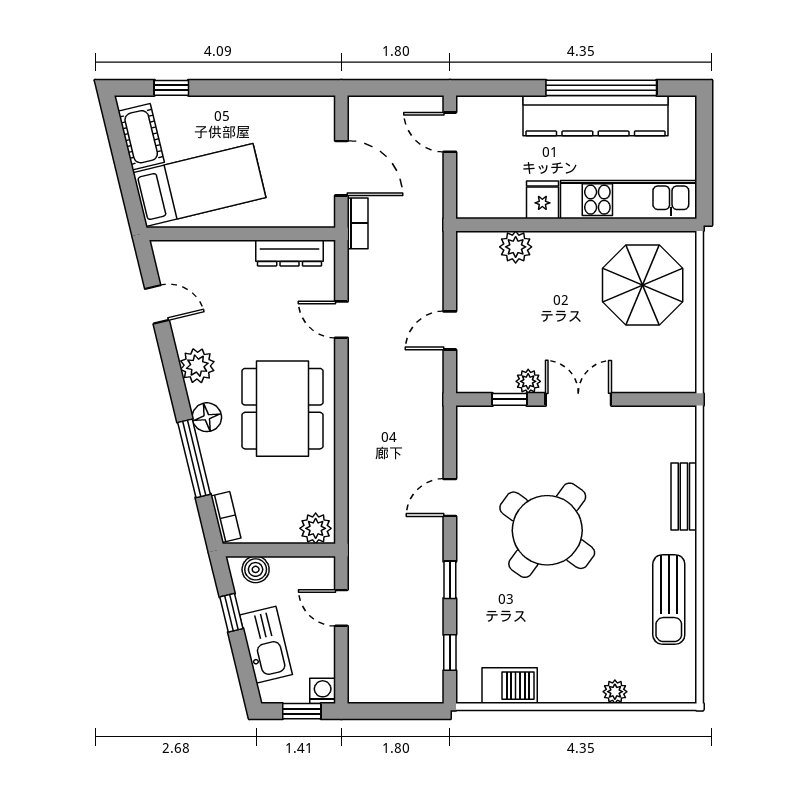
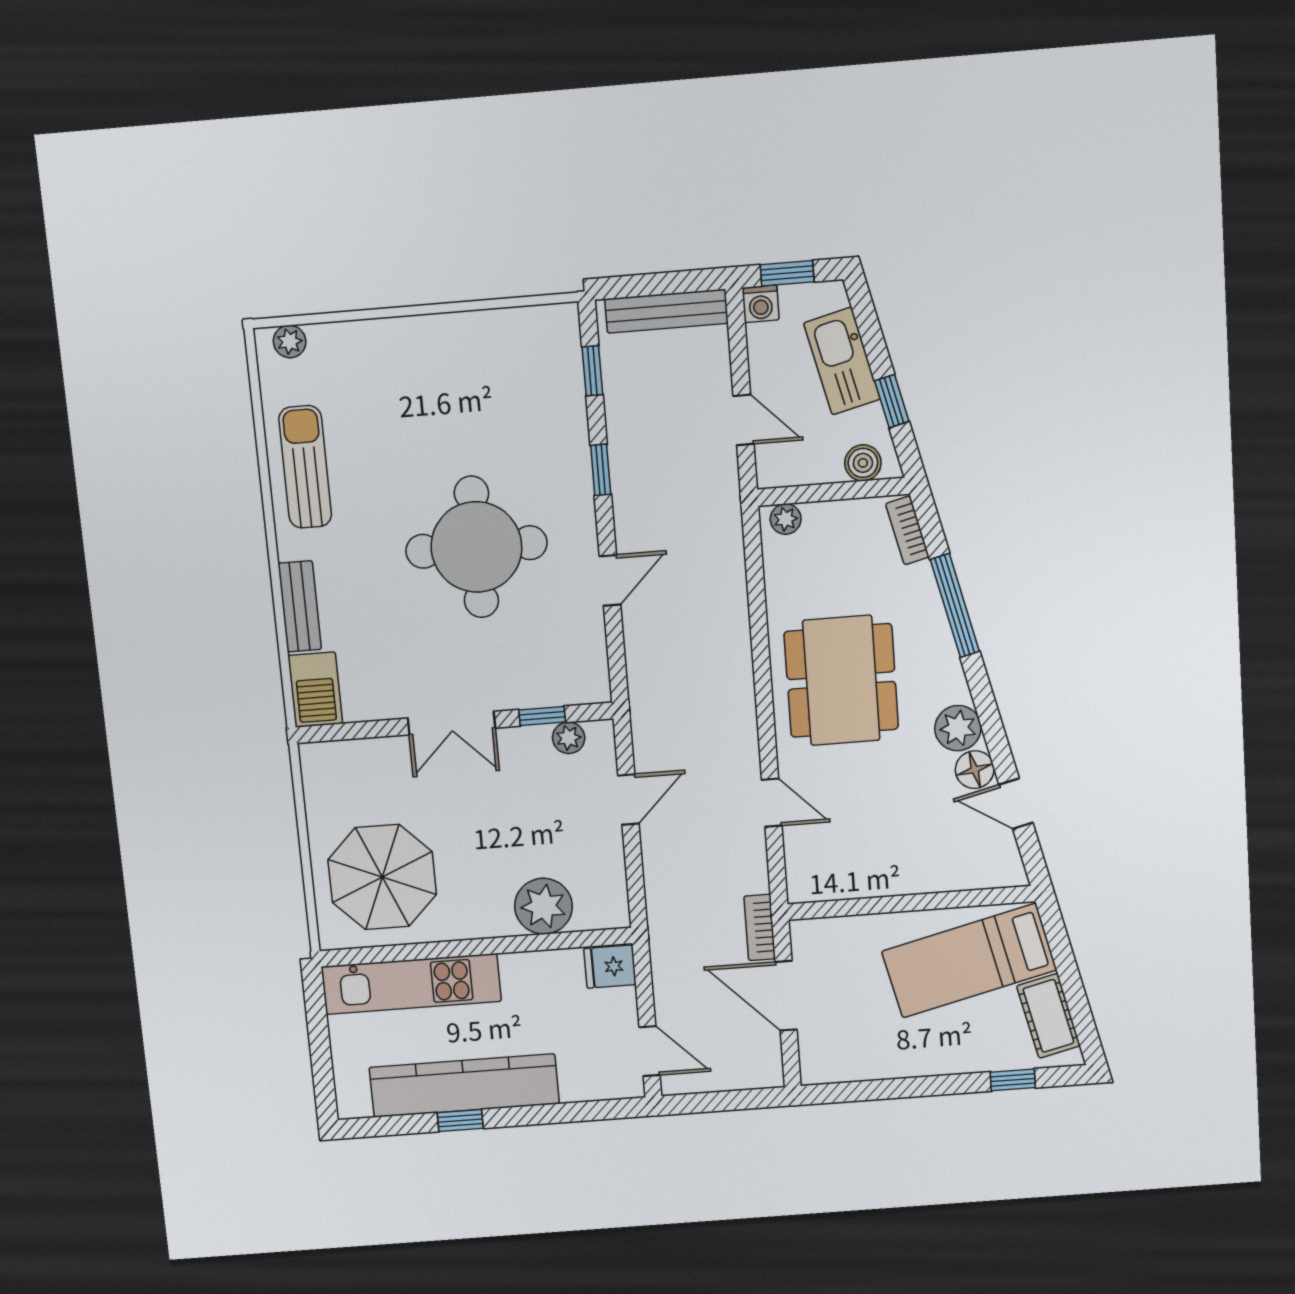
window: (601, 88) -> (460, 1120), width x0.32
fridge: (542, 200) -> (610, 967), moved, turned 90
plant: (516, 247) -> (544, 906), width x1.36, depth x1.36
dresser: (290, 253) -> (846, 883), removed
plant: (528, 381) -> (569, 738), moved
floor lamp: (207, 417) -> (975, 770), moved
plant: (316, 528) -> (786, 519), width x0.73, depth x0.73
round table: (547, 530) -> (476, 547), turned -36
barbecue: (510, 686) -> (315, 690), moved, turned -90
bench: (392, 691) -> (666, 311), added
plant: (615, 692) -> (290, 341), moved

